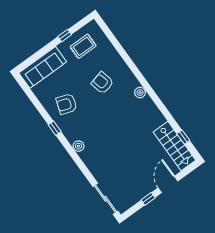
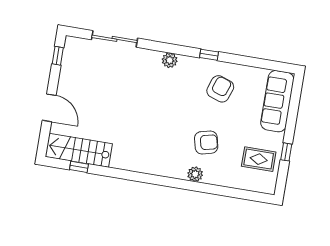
rug: (83, 46) -> (259, 159), turned 90
plant: (140, 93) -> (195, 174), moved
sliding door: (105, 199) -> (114, 39), moved
window: (148, 199) -> (58, 56), moved

